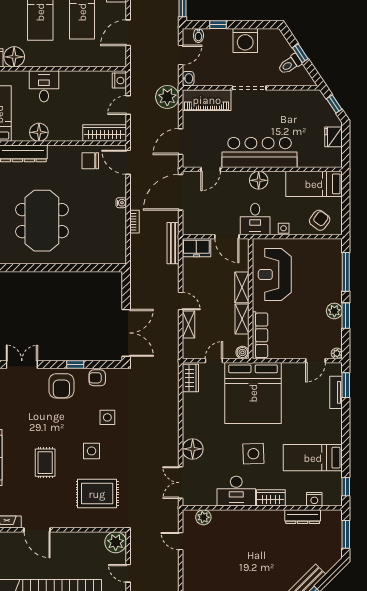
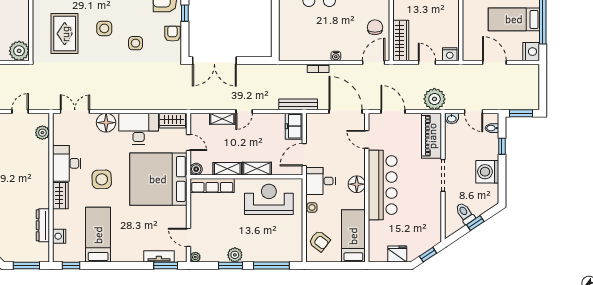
desk: (199, 414) -> (139, 129), added

